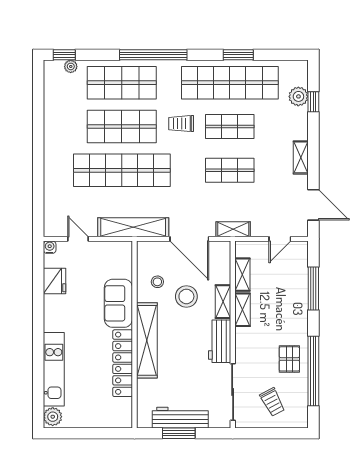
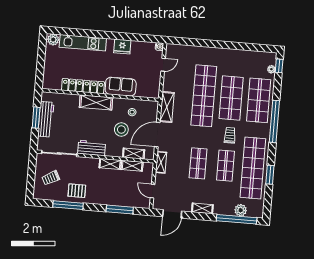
window: (313, 102) -> (237, 219), width x3.17
shelving: (133, 227) -> (167, 107), width x0.68
fridge: (55, 281) -> (122, 46), moved
shelving: (223, 302) -> (134, 154), moved
shelving: (147, 340) -> (96, 102), width x0.68
window: (313, 371) -> (68, 205), width x0.68

